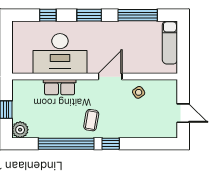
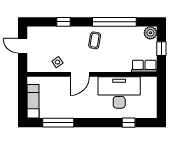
window: (89, 15) -> (96, 123), removed
row of seats: (60, 87) -> (144, 66), moved
window: (111, 144) -> (64, 22), moved

